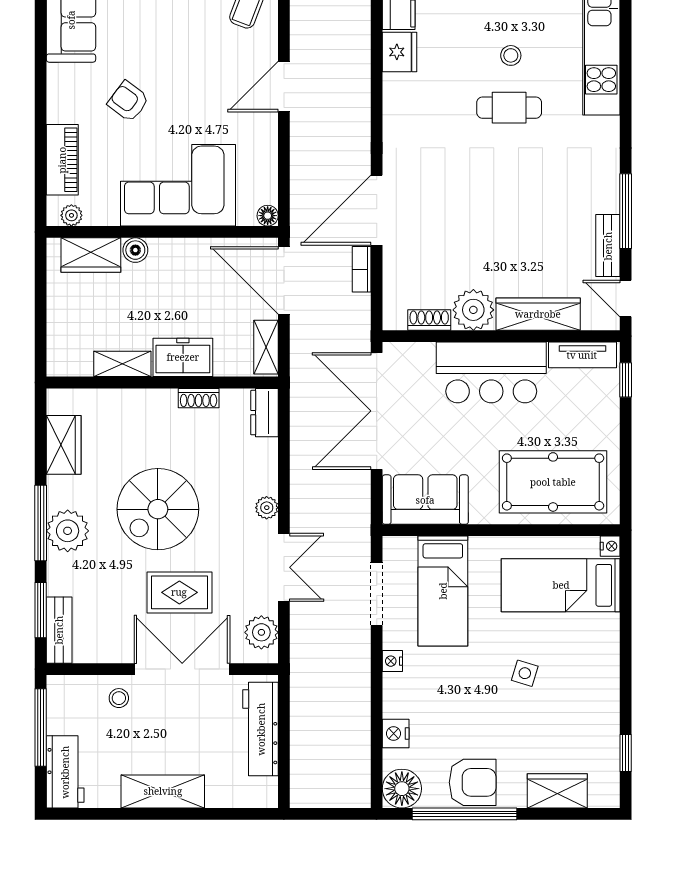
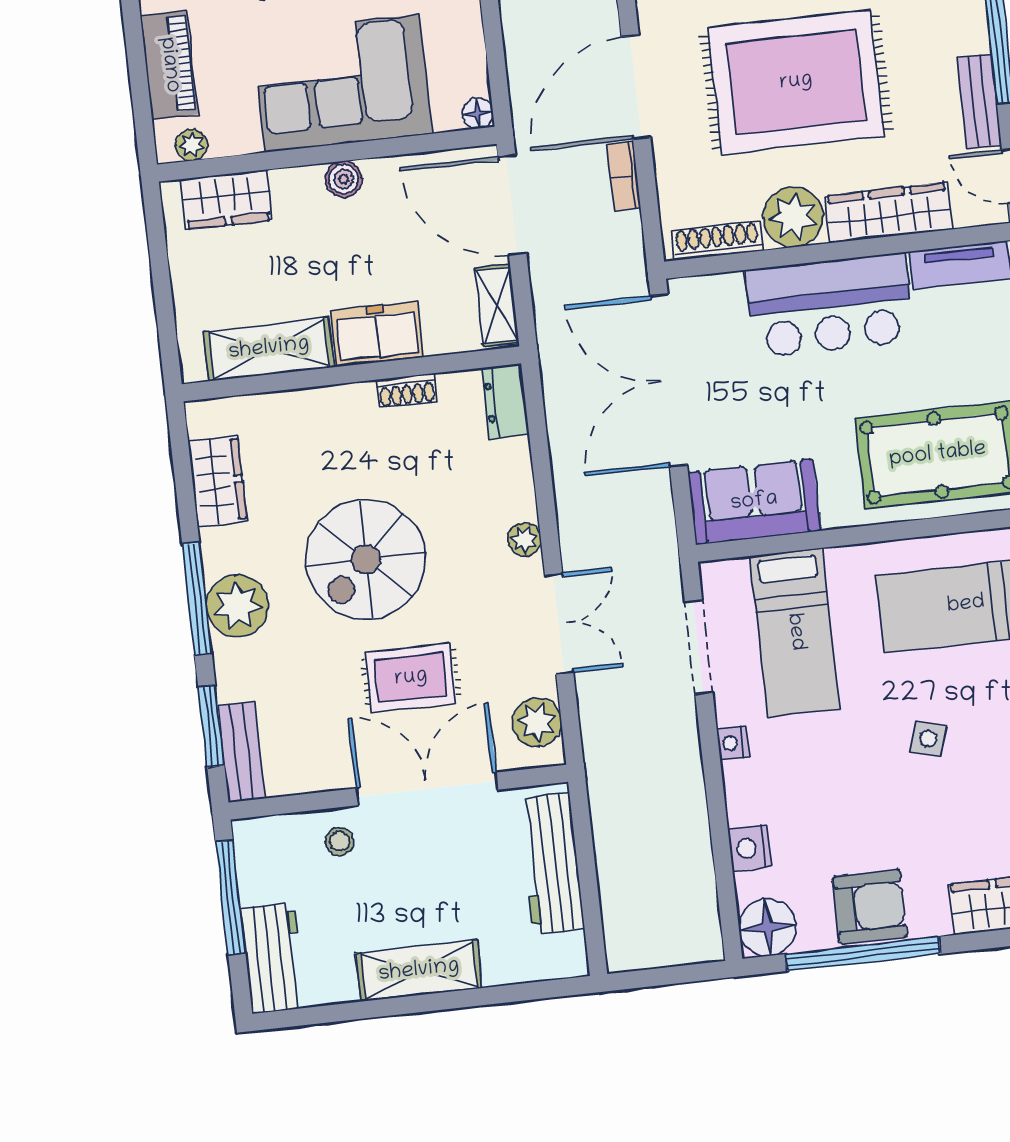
rug: (485, 219) -> (796, 82), added
boiler: (135, 250) -> (344, 179), moved
shoe rack: (429, 320) -> (717, 241), width x1.43
shelving: (122, 364) -> (269, 349), width x1.50, depth x1.33

